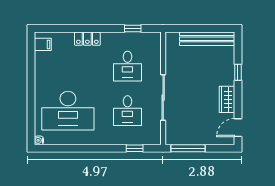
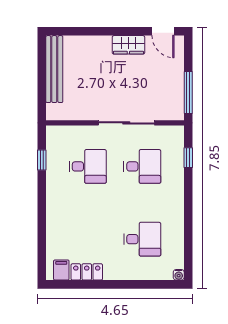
locker: (87, 39) -> (87, 272), moved, turned -90
window: (238, 72) -> (95, 31), removed
desk: (68, 111) -> (142, 239), width x0.53, depth x0.77

